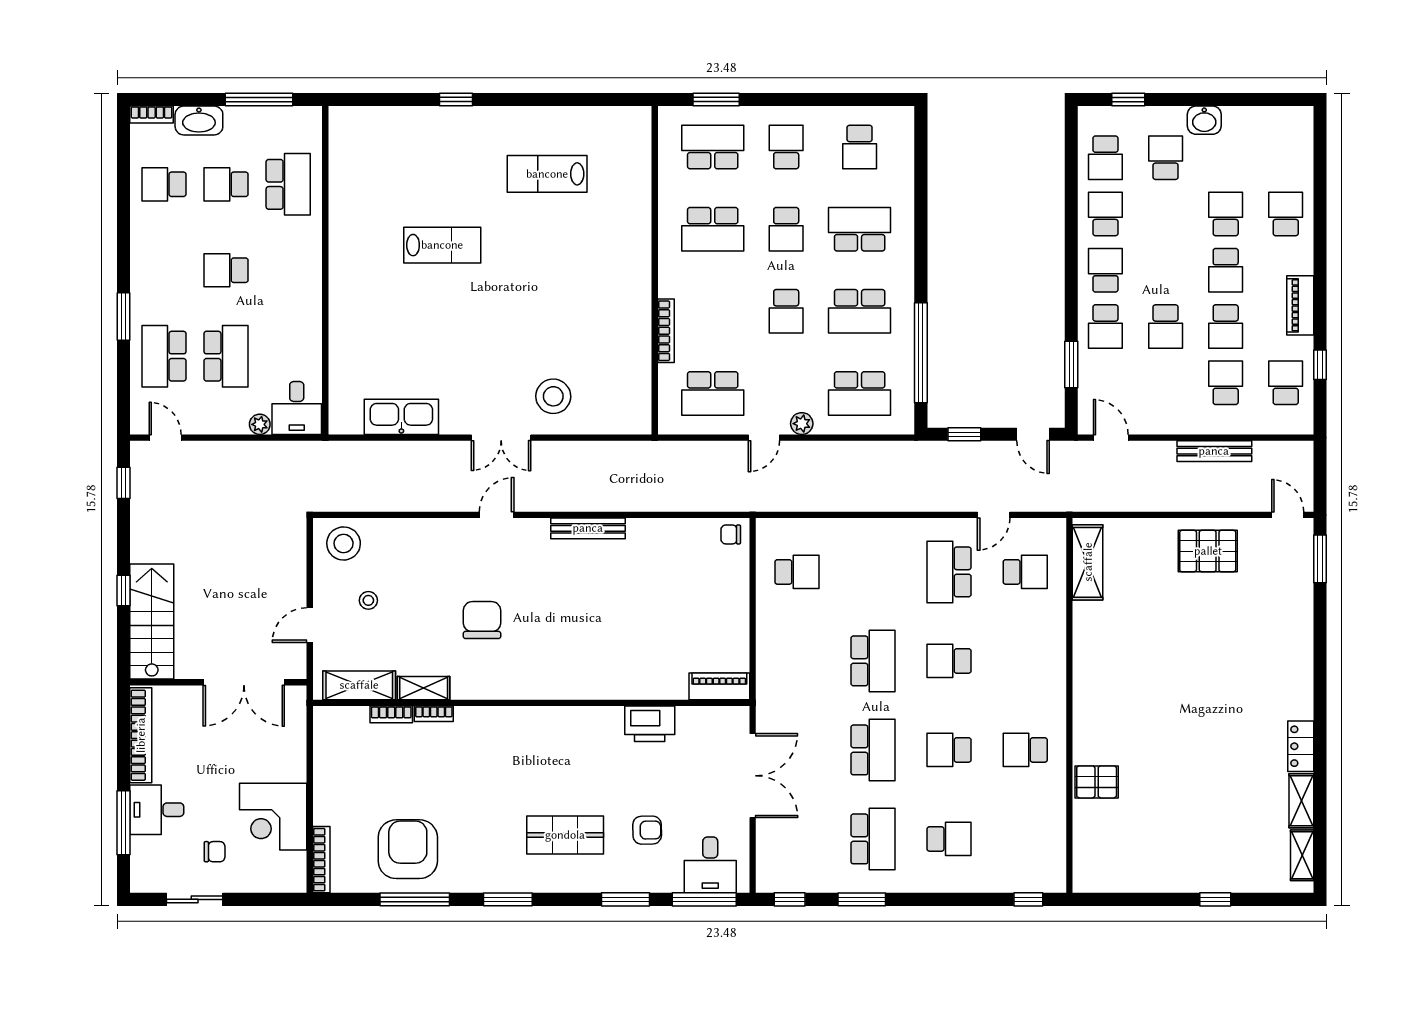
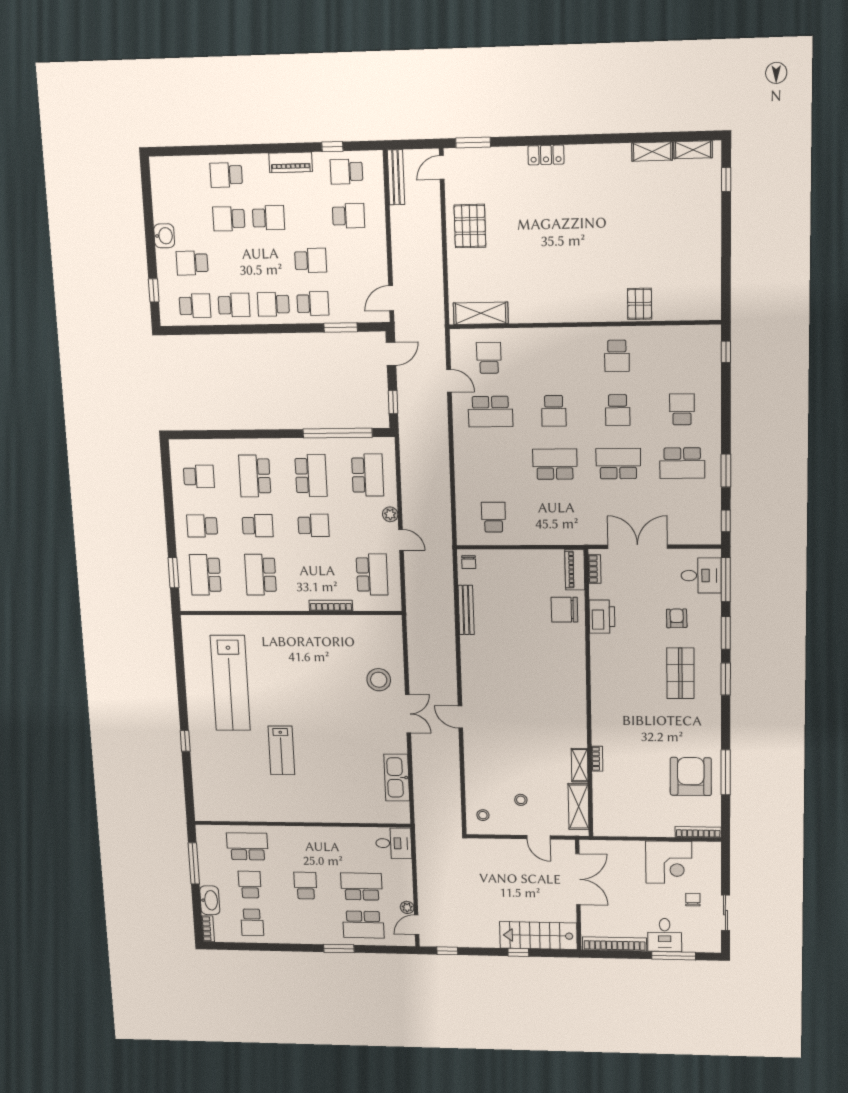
lab bench: (547, 174) -> (230, 683), width x1.86, depth x1.39
school desk: (226, 184) -> (250, 885), turned 180
school desk: (1105, 214) -> (234, 305), turned 180
school desk: (713, 229) -> (261, 575), turned 180
lab bench: (442, 245) -> (281, 750), turned 180
school desk: (226, 270) -> (305, 886), turned 180
school desk: (1226, 327) -> (308, 217), removed
school desk: (1226, 383) -> (348, 216), turned 180
plant: (260, 424) -> (407, 907), moved
bench: (1214, 451) -> (396, 177), moved
bench: (588, 528) -> (466, 610), moved
stool: (344, 544) -> (483, 815), width x0.53, depth x0.53
chair: (482, 620) -> (564, 610), moved
bookcase: (391, 714) -> (595, 569), moved
locker: (1301, 746) -> (546, 155), moved
school desk: (873, 839) -> (682, 463), turned 180
armchair: (408, 849) -> (691, 776), turned 90
window: (508, 899) -> (726, 679), moved
window: (1215, 899) -> (726, 179), moved

